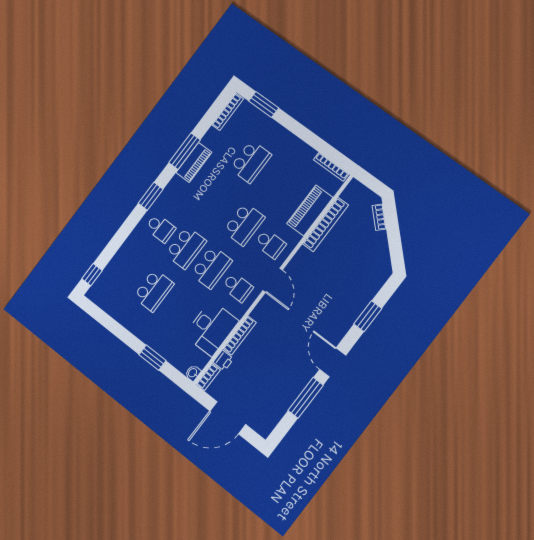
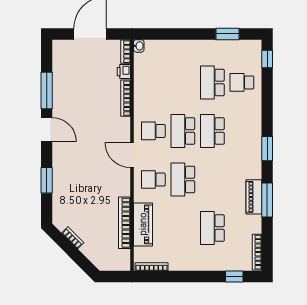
window: (264, 105) -> (234, 276), width x0.67
bookcase: (379, 217) -> (73, 238), moved
school desk: (160, 228) -> (242, 82), moved
desk: (211, 328) -> (150, 88), removed
window: (152, 358) -> (227, 34), moved

